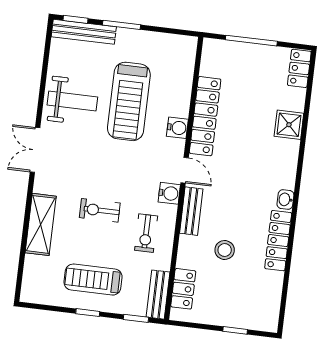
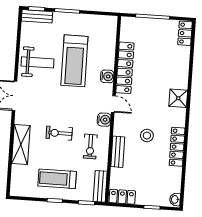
bench: (84, 32) -> (37, 16), width x0.73
shower: (289, 125) -> (178, 98), moved
washbasin: (285, 200) -> (175, 199), moved
bench: (191, 211) -> (118, 152), moved
stool: (225, 250) -> (147, 136), moved
locker: (183, 289) -> (122, 197), moved, turned -90

